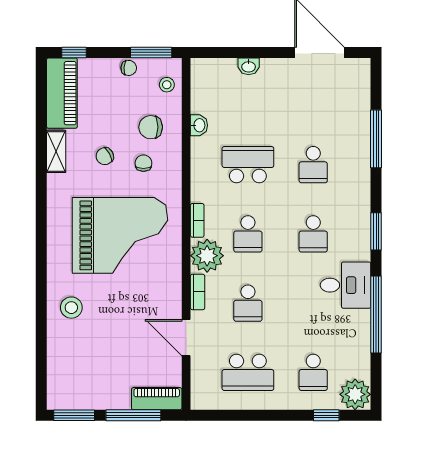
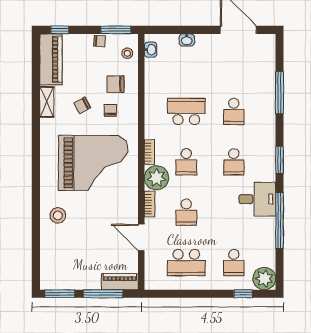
washbasin: (199, 125) -> (151, 50), moved

